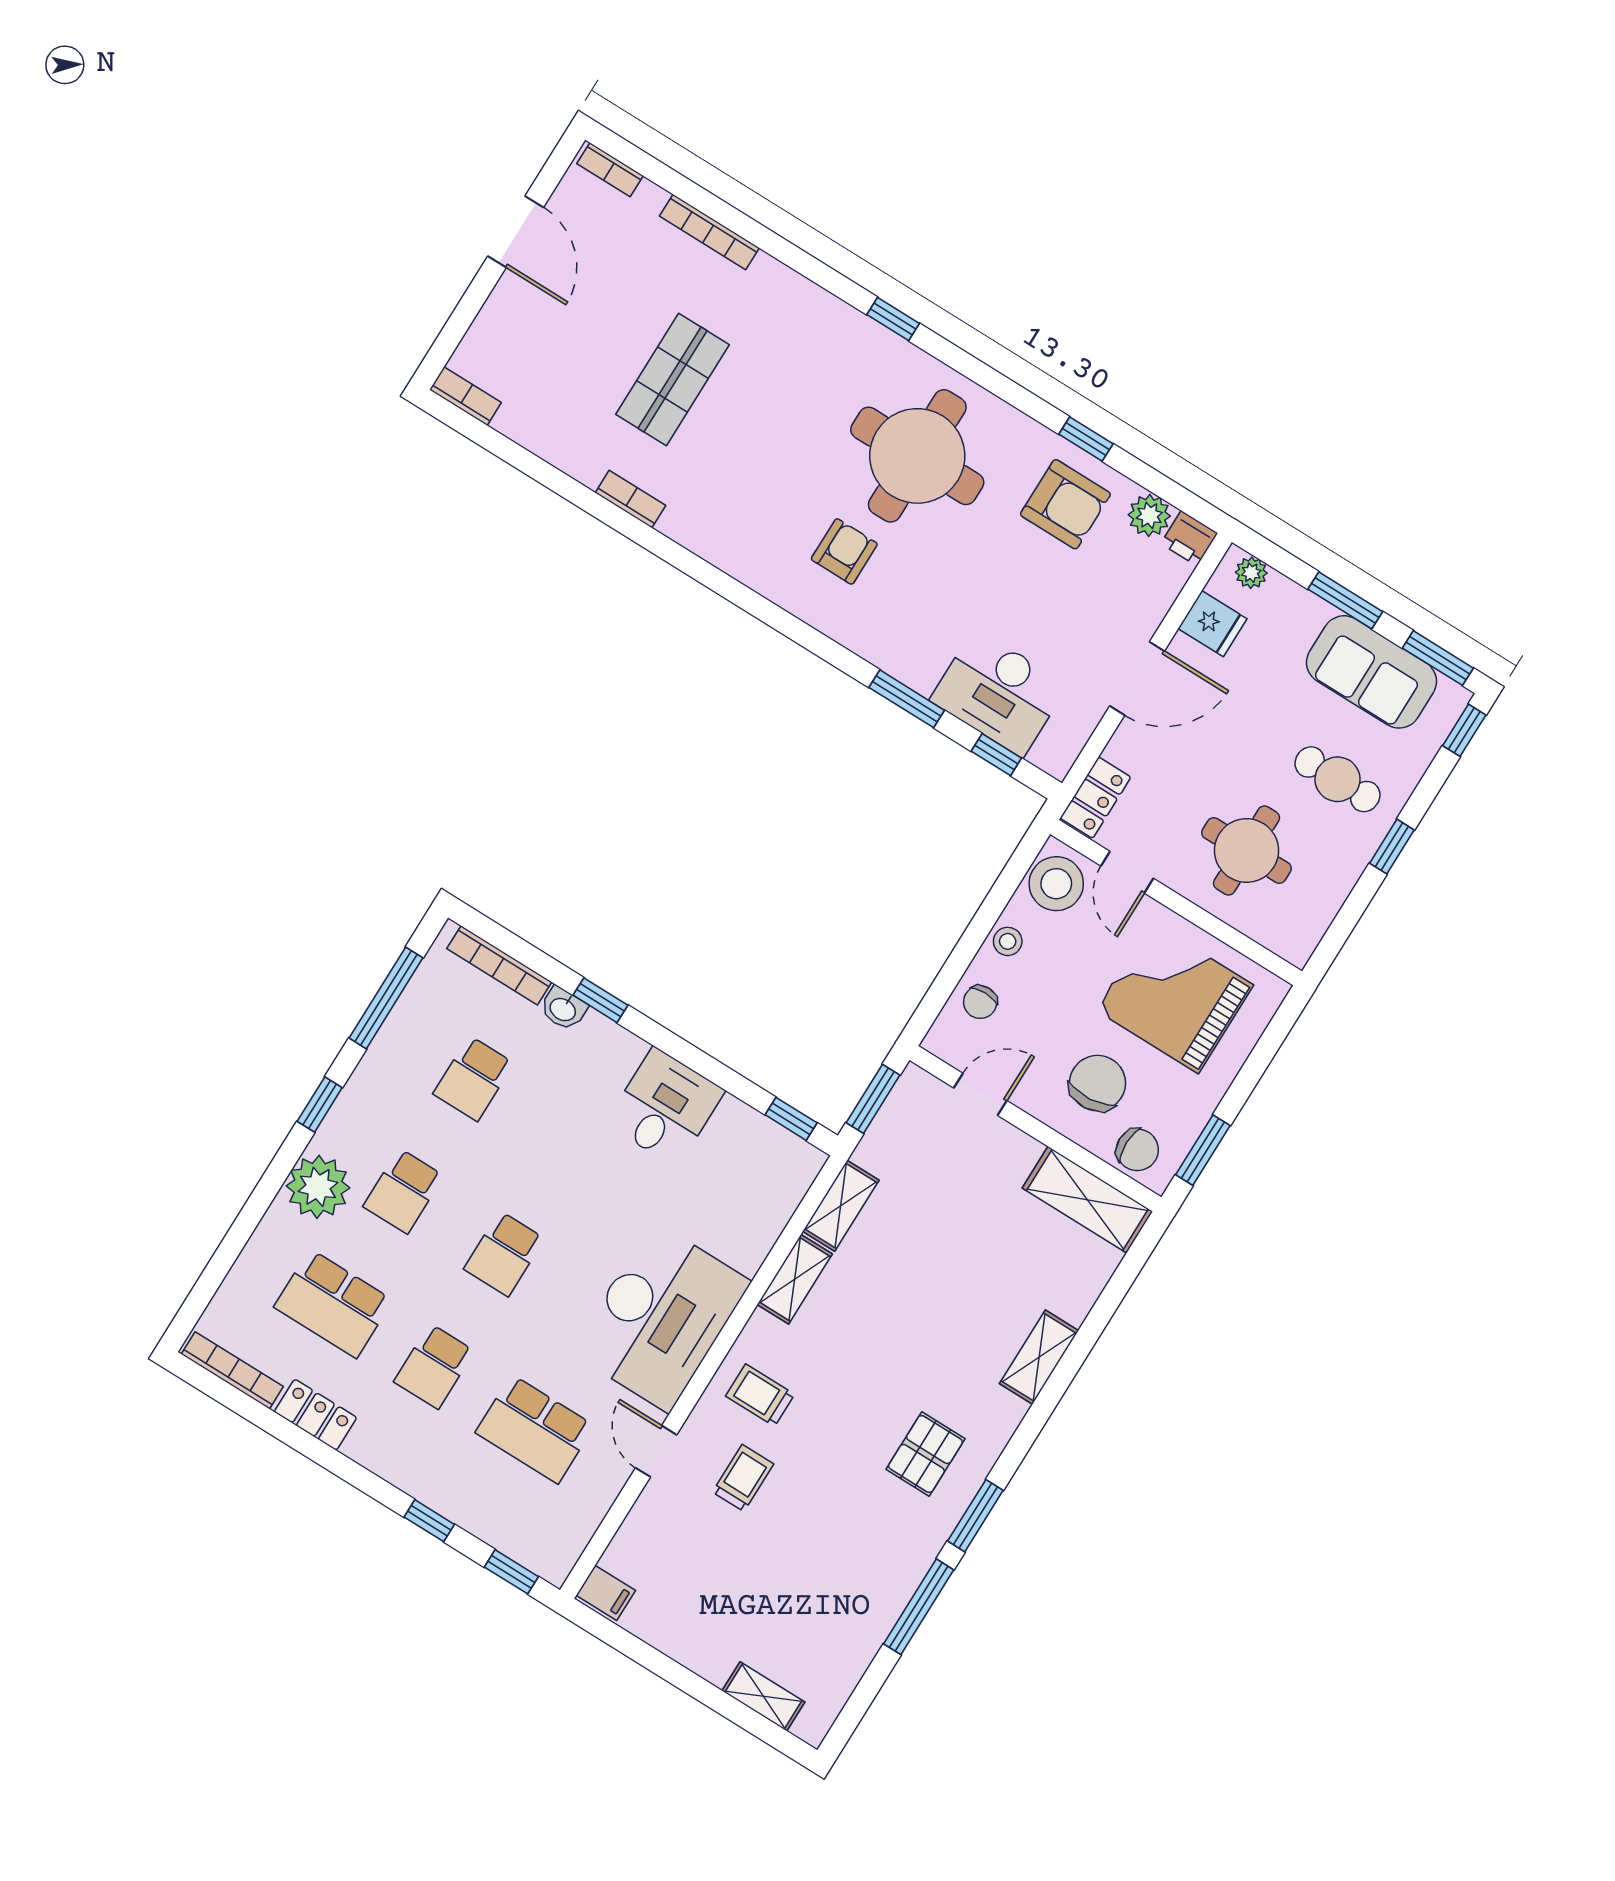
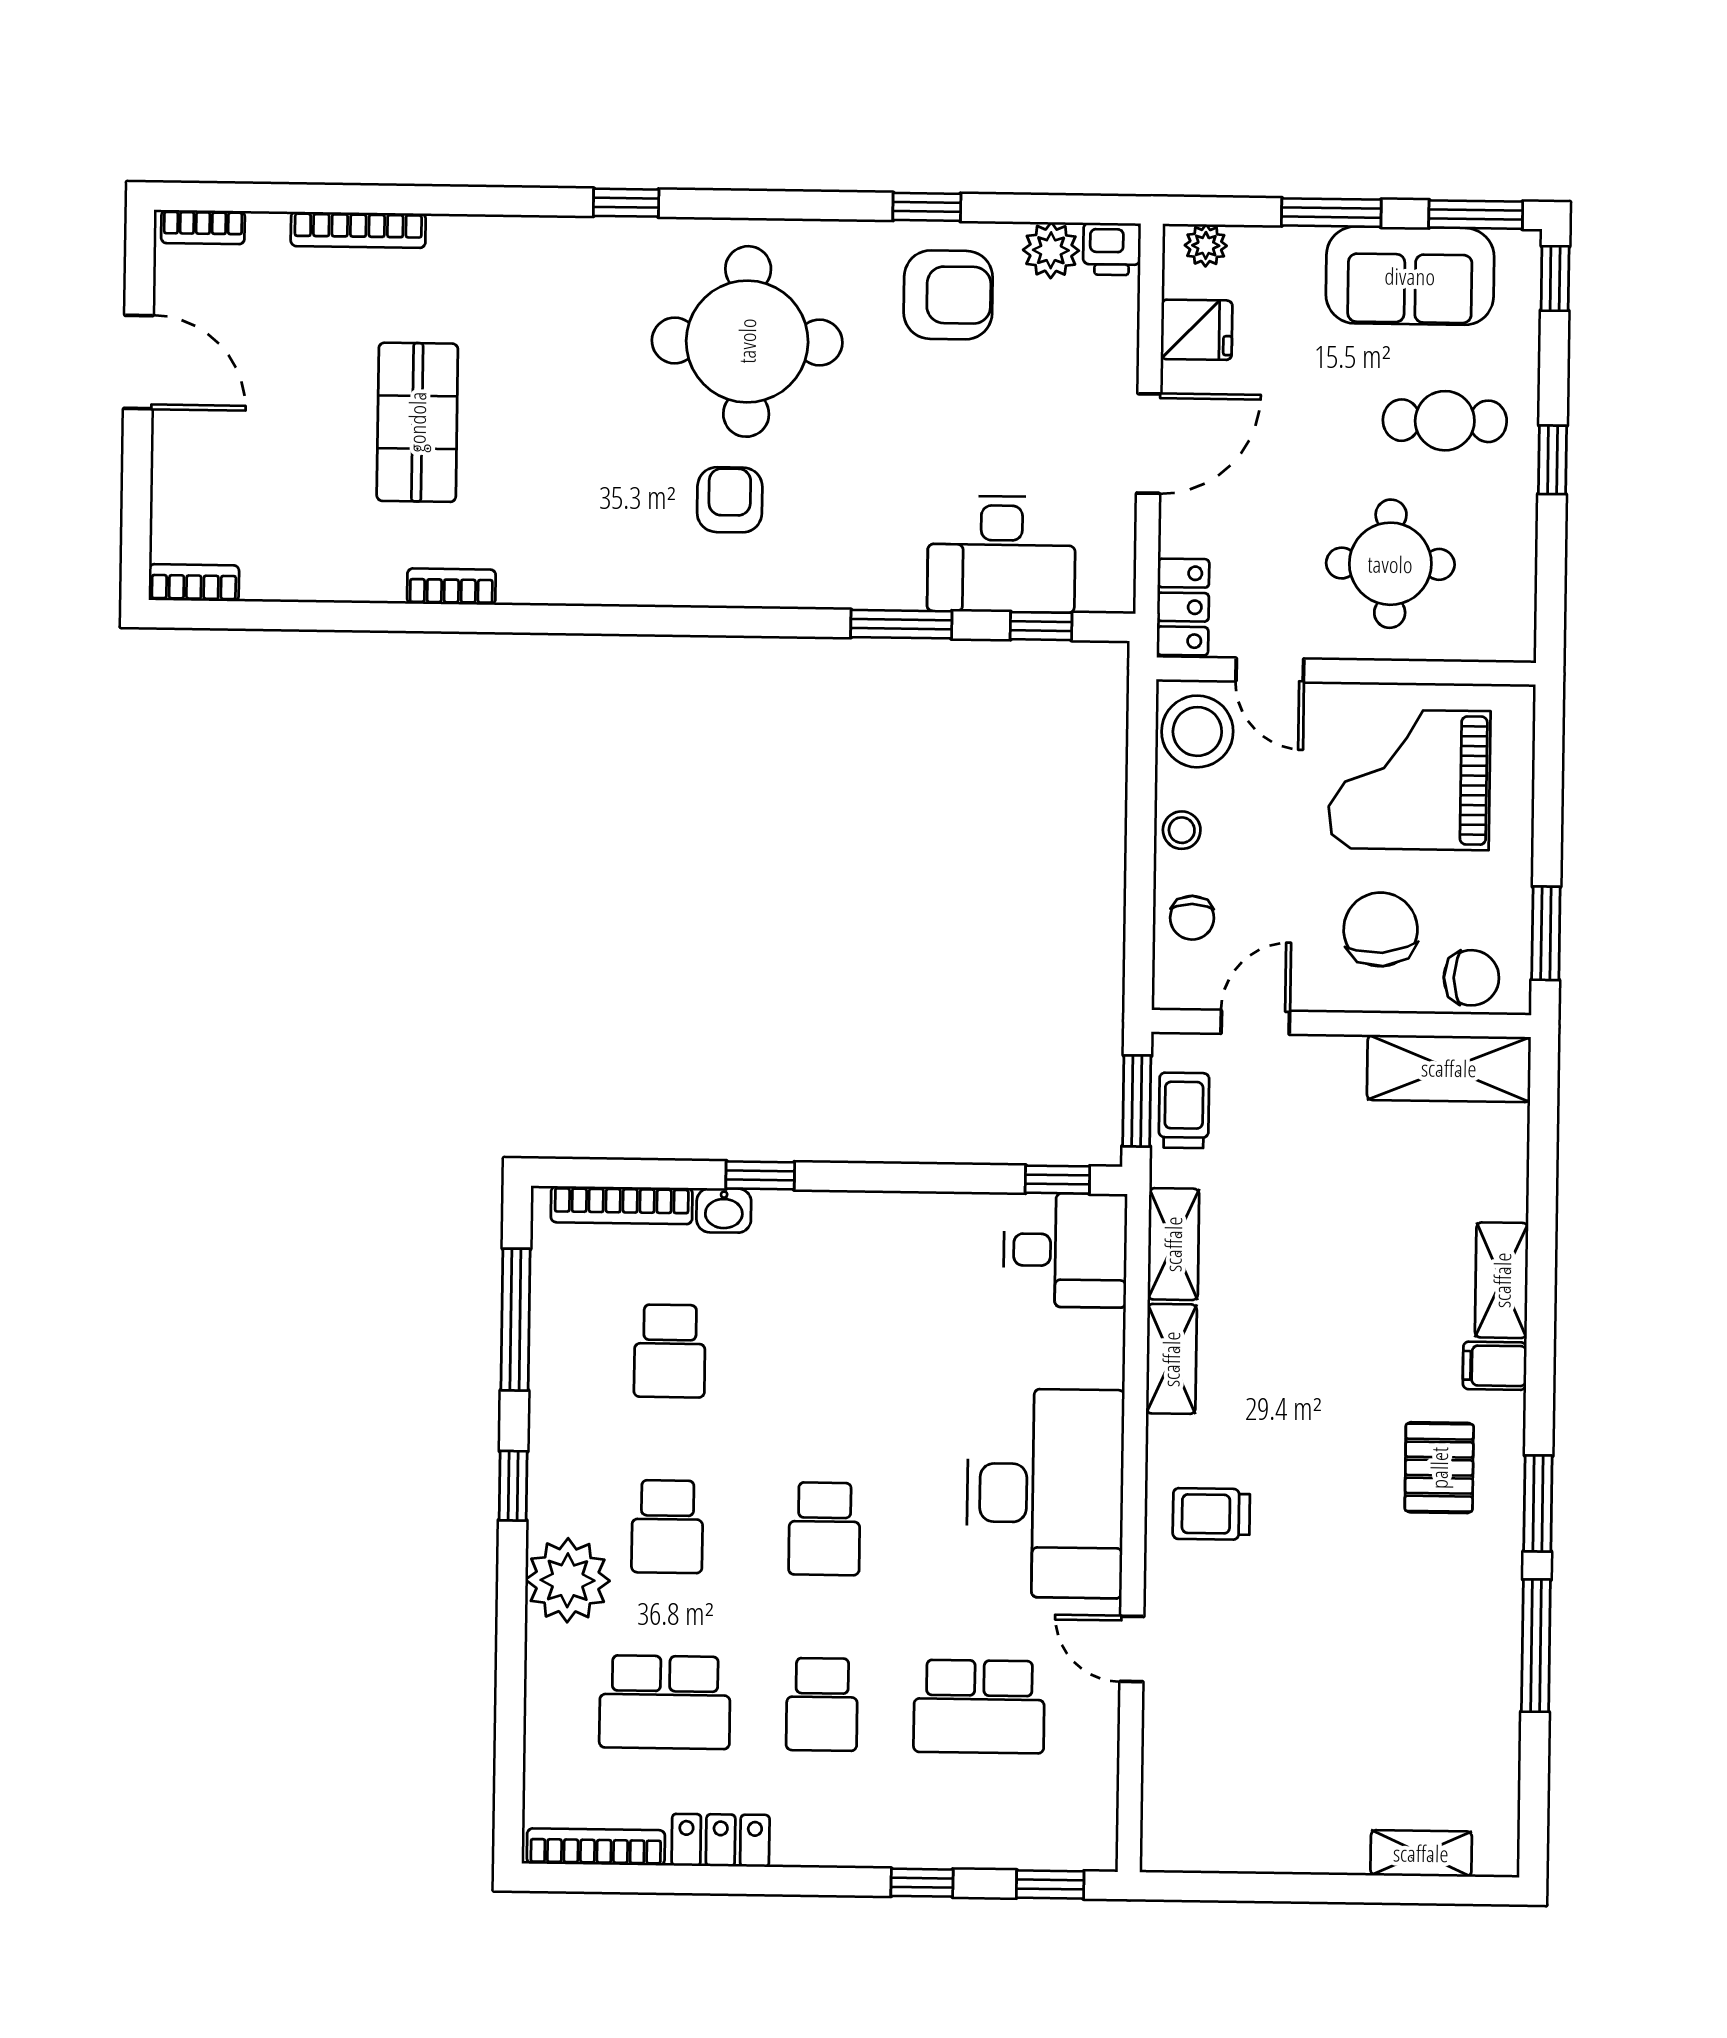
desk: (665, 1107) -> (1065, 1250), moved, turned 90
trolley: (743, 1478) -> (1184, 1110), moved
filing cabinet: (606, 1593) -> (1495, 1366), moved, turned 180

